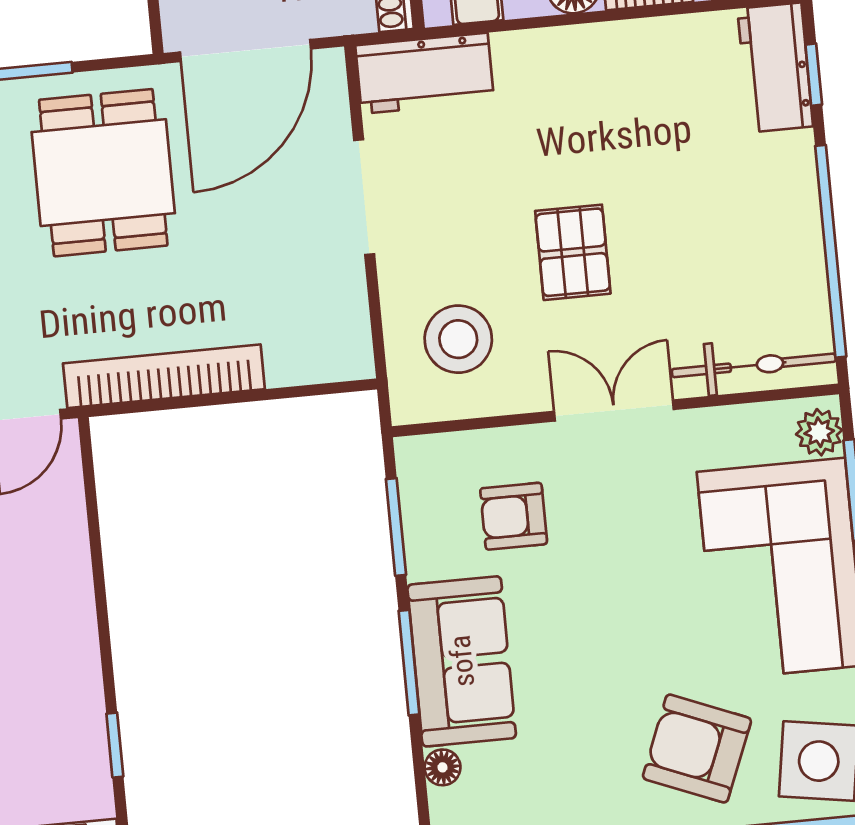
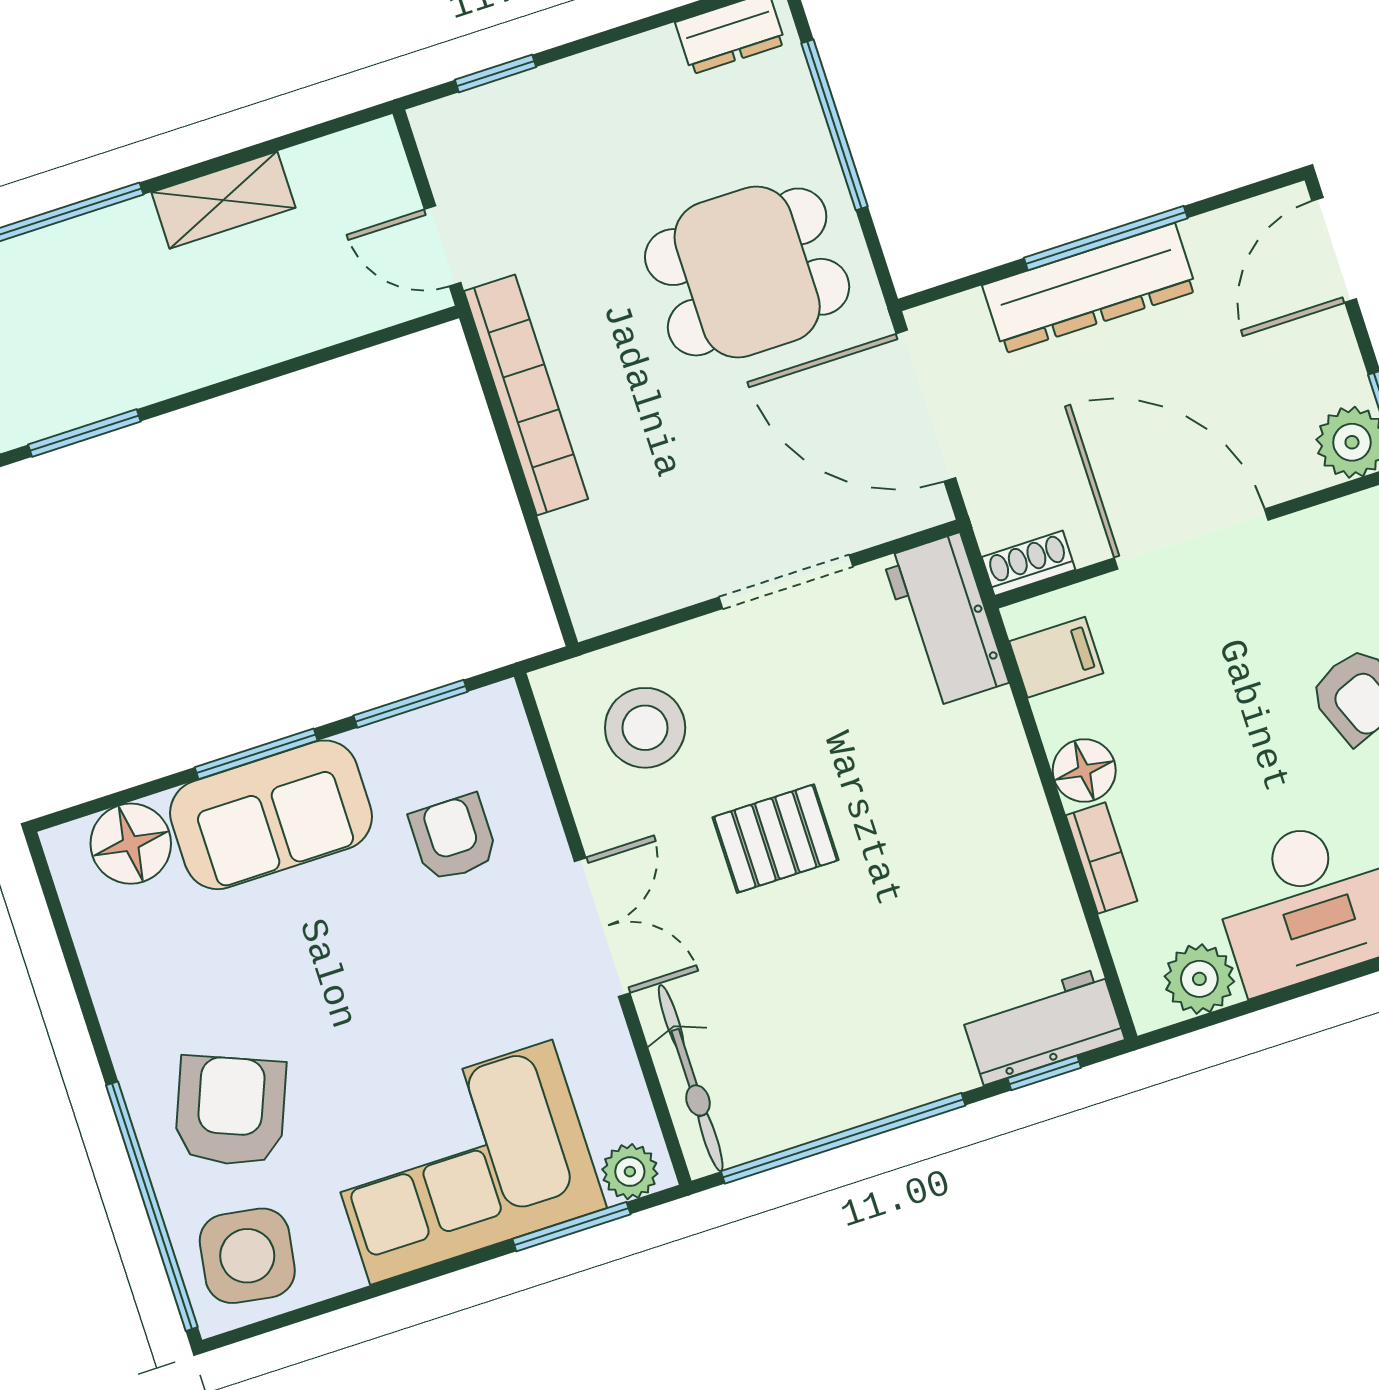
window: (115, 745) -> (84, 433), width x1.50
floor lamp: (443, 767) -> (131, 844), width x1.89, depth x1.89

